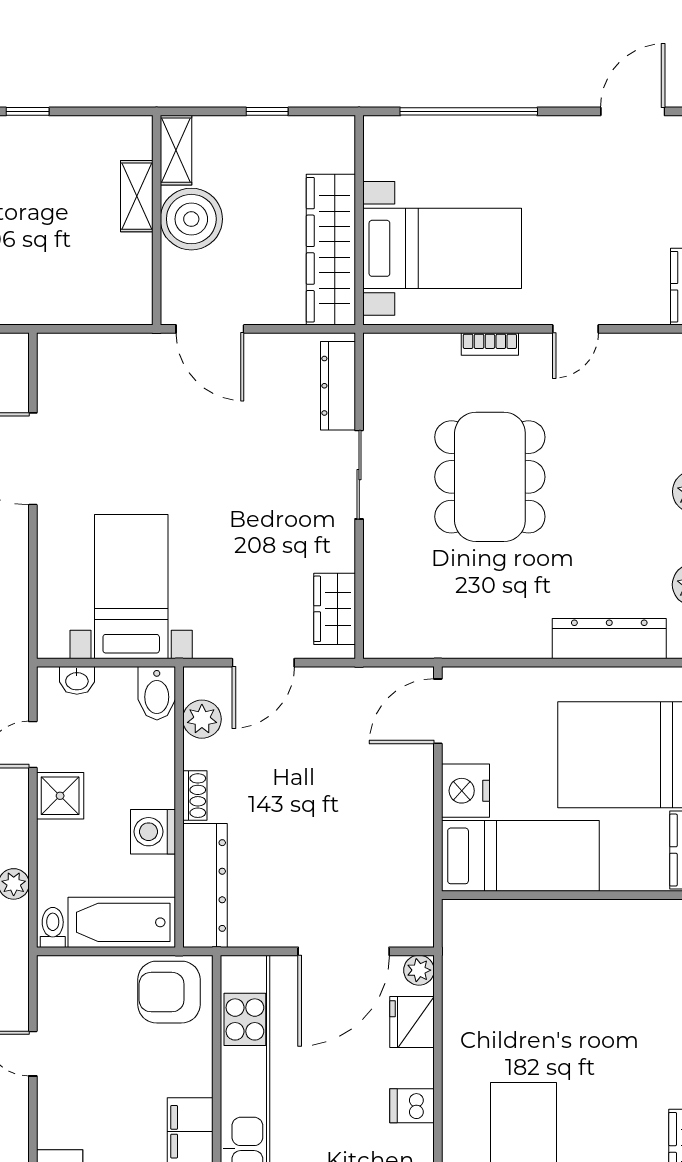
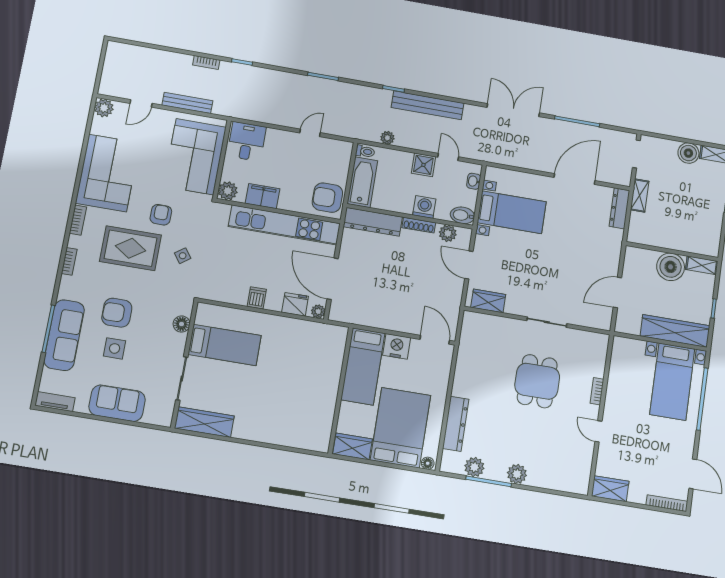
shelving: (137, 196) -> (640, 195), moved, turned 90
bed with nightstands: (442, 248) -> (672, 382), moved
wardrobe: (331, 250) -> (675, 331), moved
door: (210, 329) -> (617, 293), moved
dresser: (338, 386) -> (619, 208), moved, turned -90
dining table: (490, 477) -> (537, 381), width x0.73
shoe rack: (195, 796) -> (419, 225), width x1.43
washing machine: (153, 832) -> (424, 207), moved
armchair: (169, 992) -> (327, 198), turned -90

